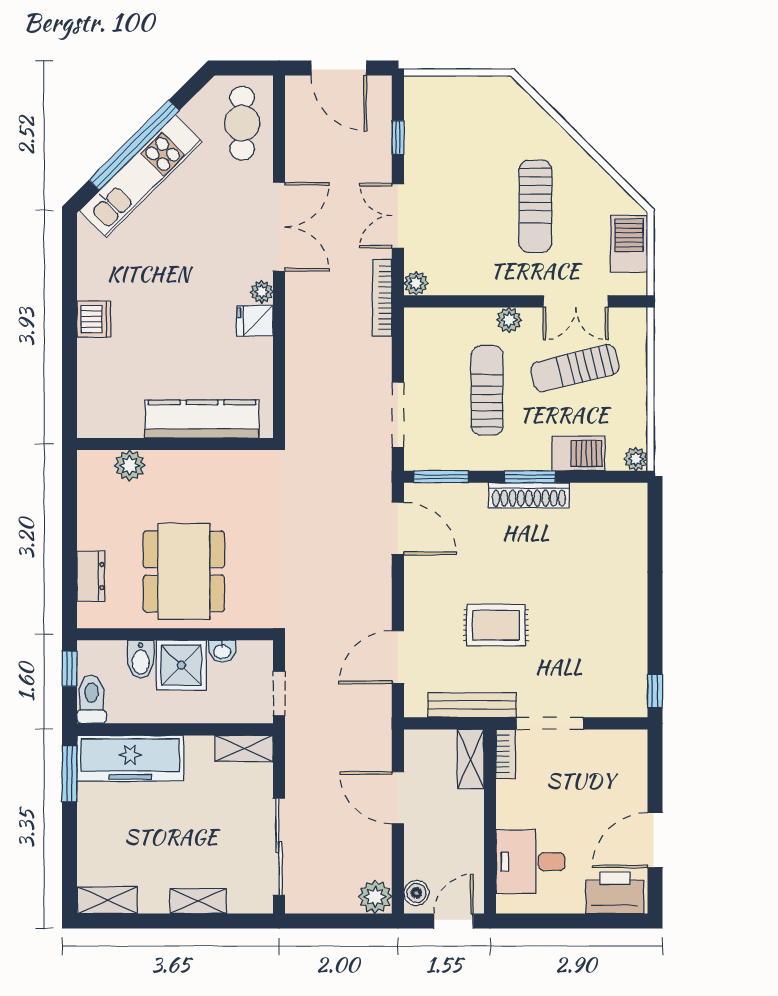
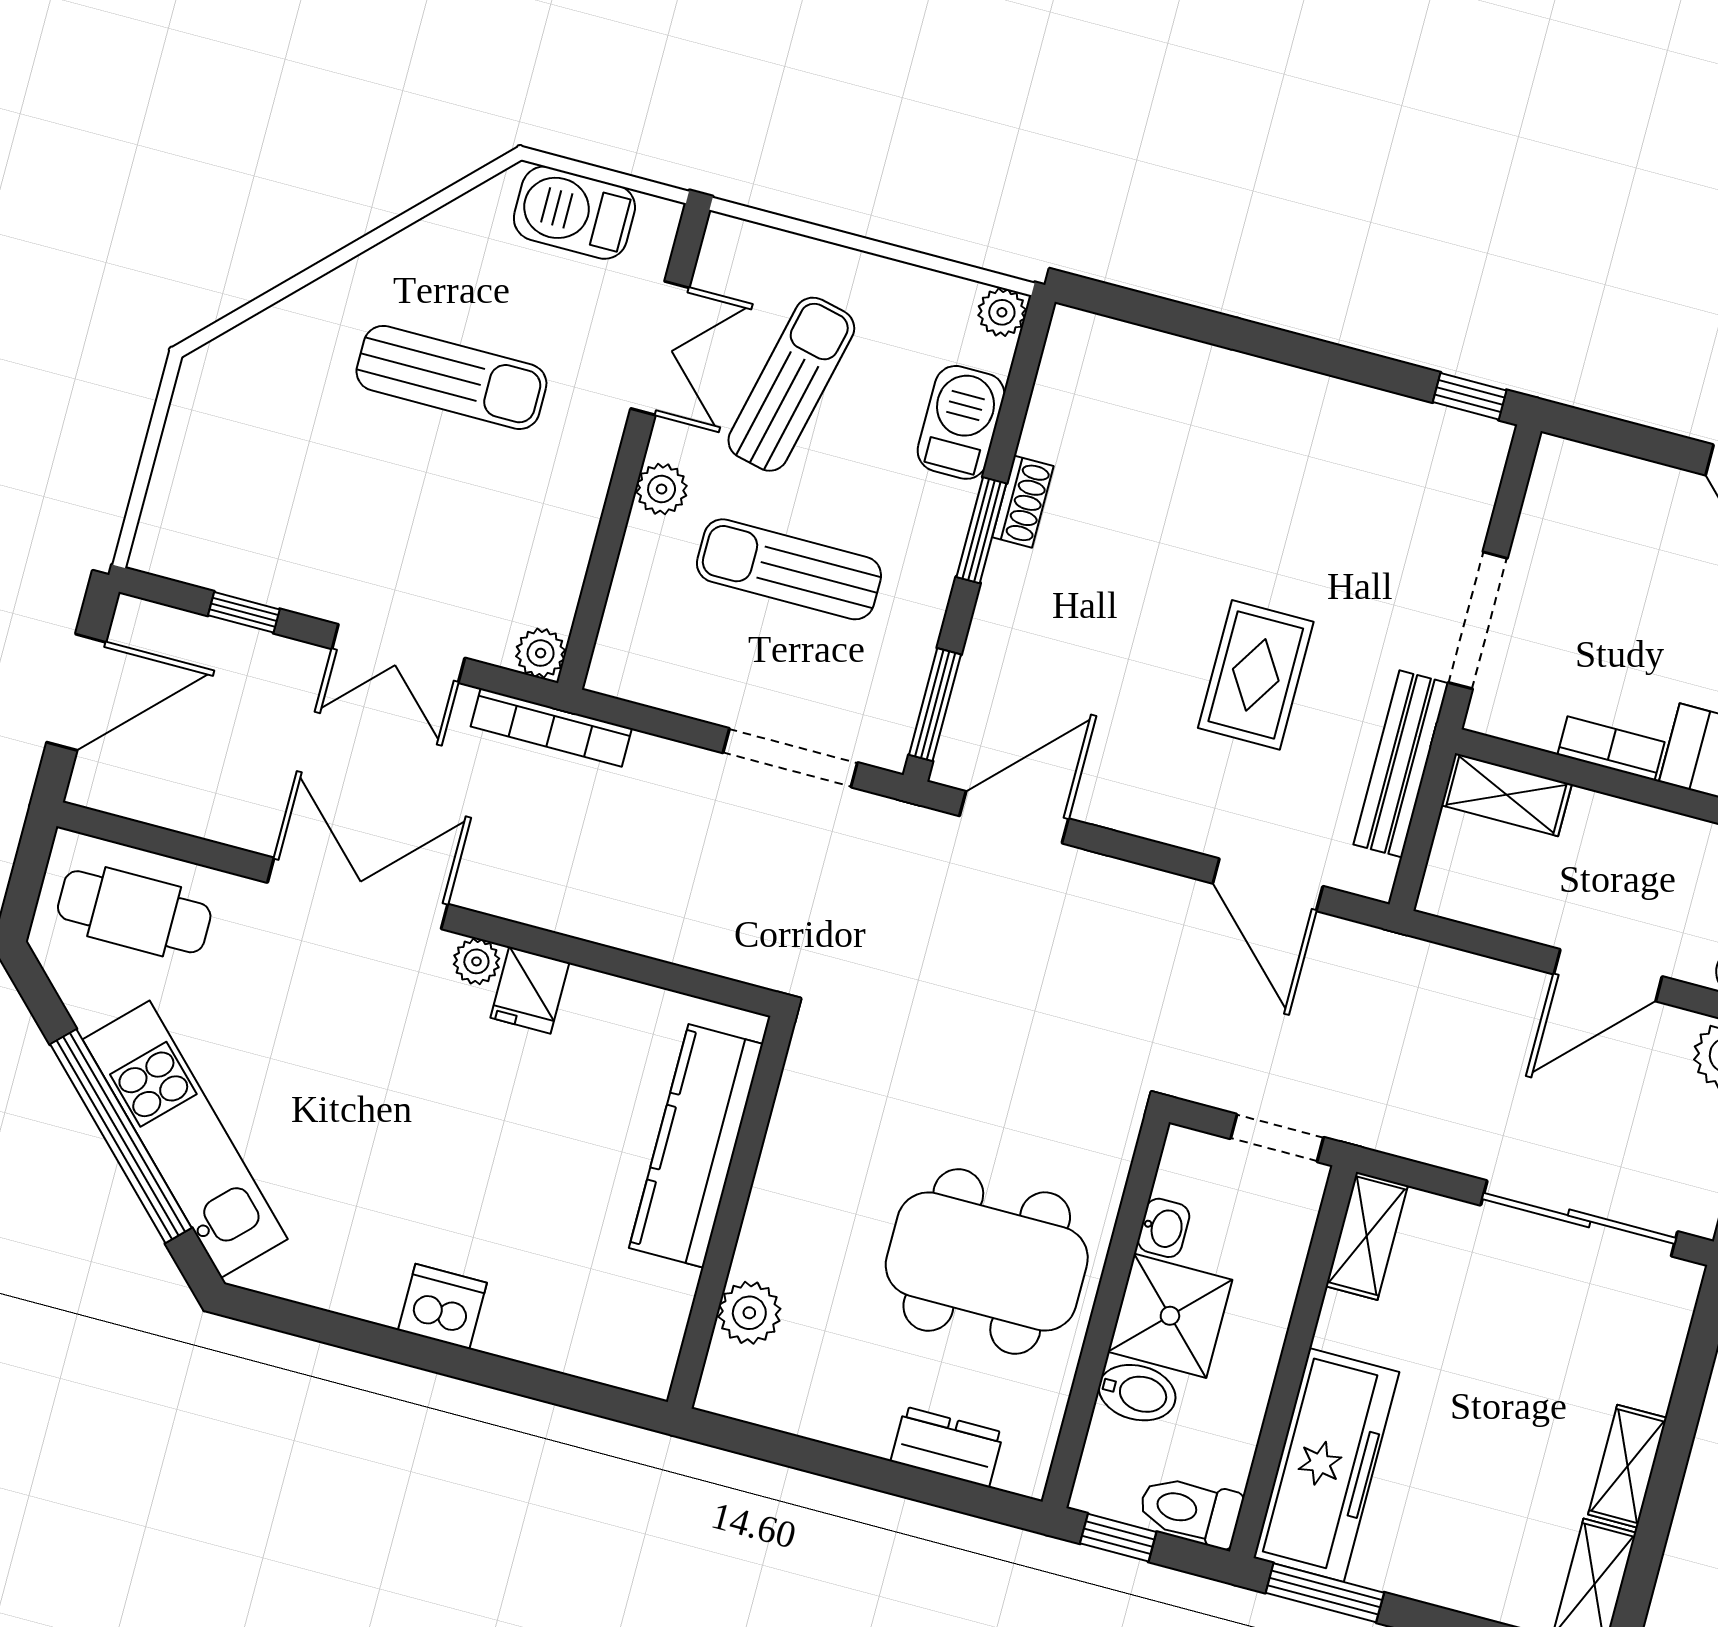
sun lounger: (575, 368) -> (791, 384), turned -153
shoe rack: (529, 495) -> (1023, 502), width x0.51, depth x0.81
bookcase: (506, 754) -> (1611, 748), moved
door: (398, 798) -> (1608, 975), moved
shelving: (198, 901) -> (1627, 1466), moved

